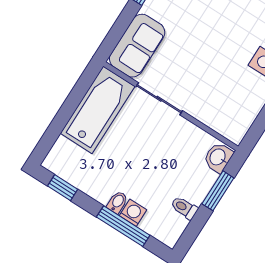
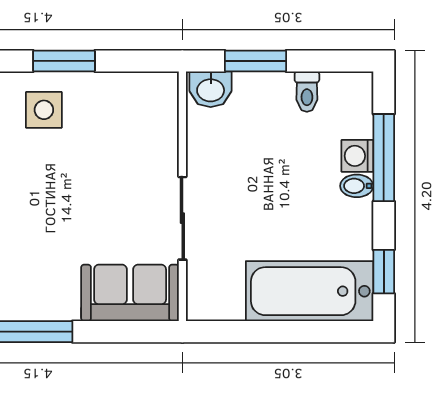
bathtub: (98, 110) -> (310, 291), moved

